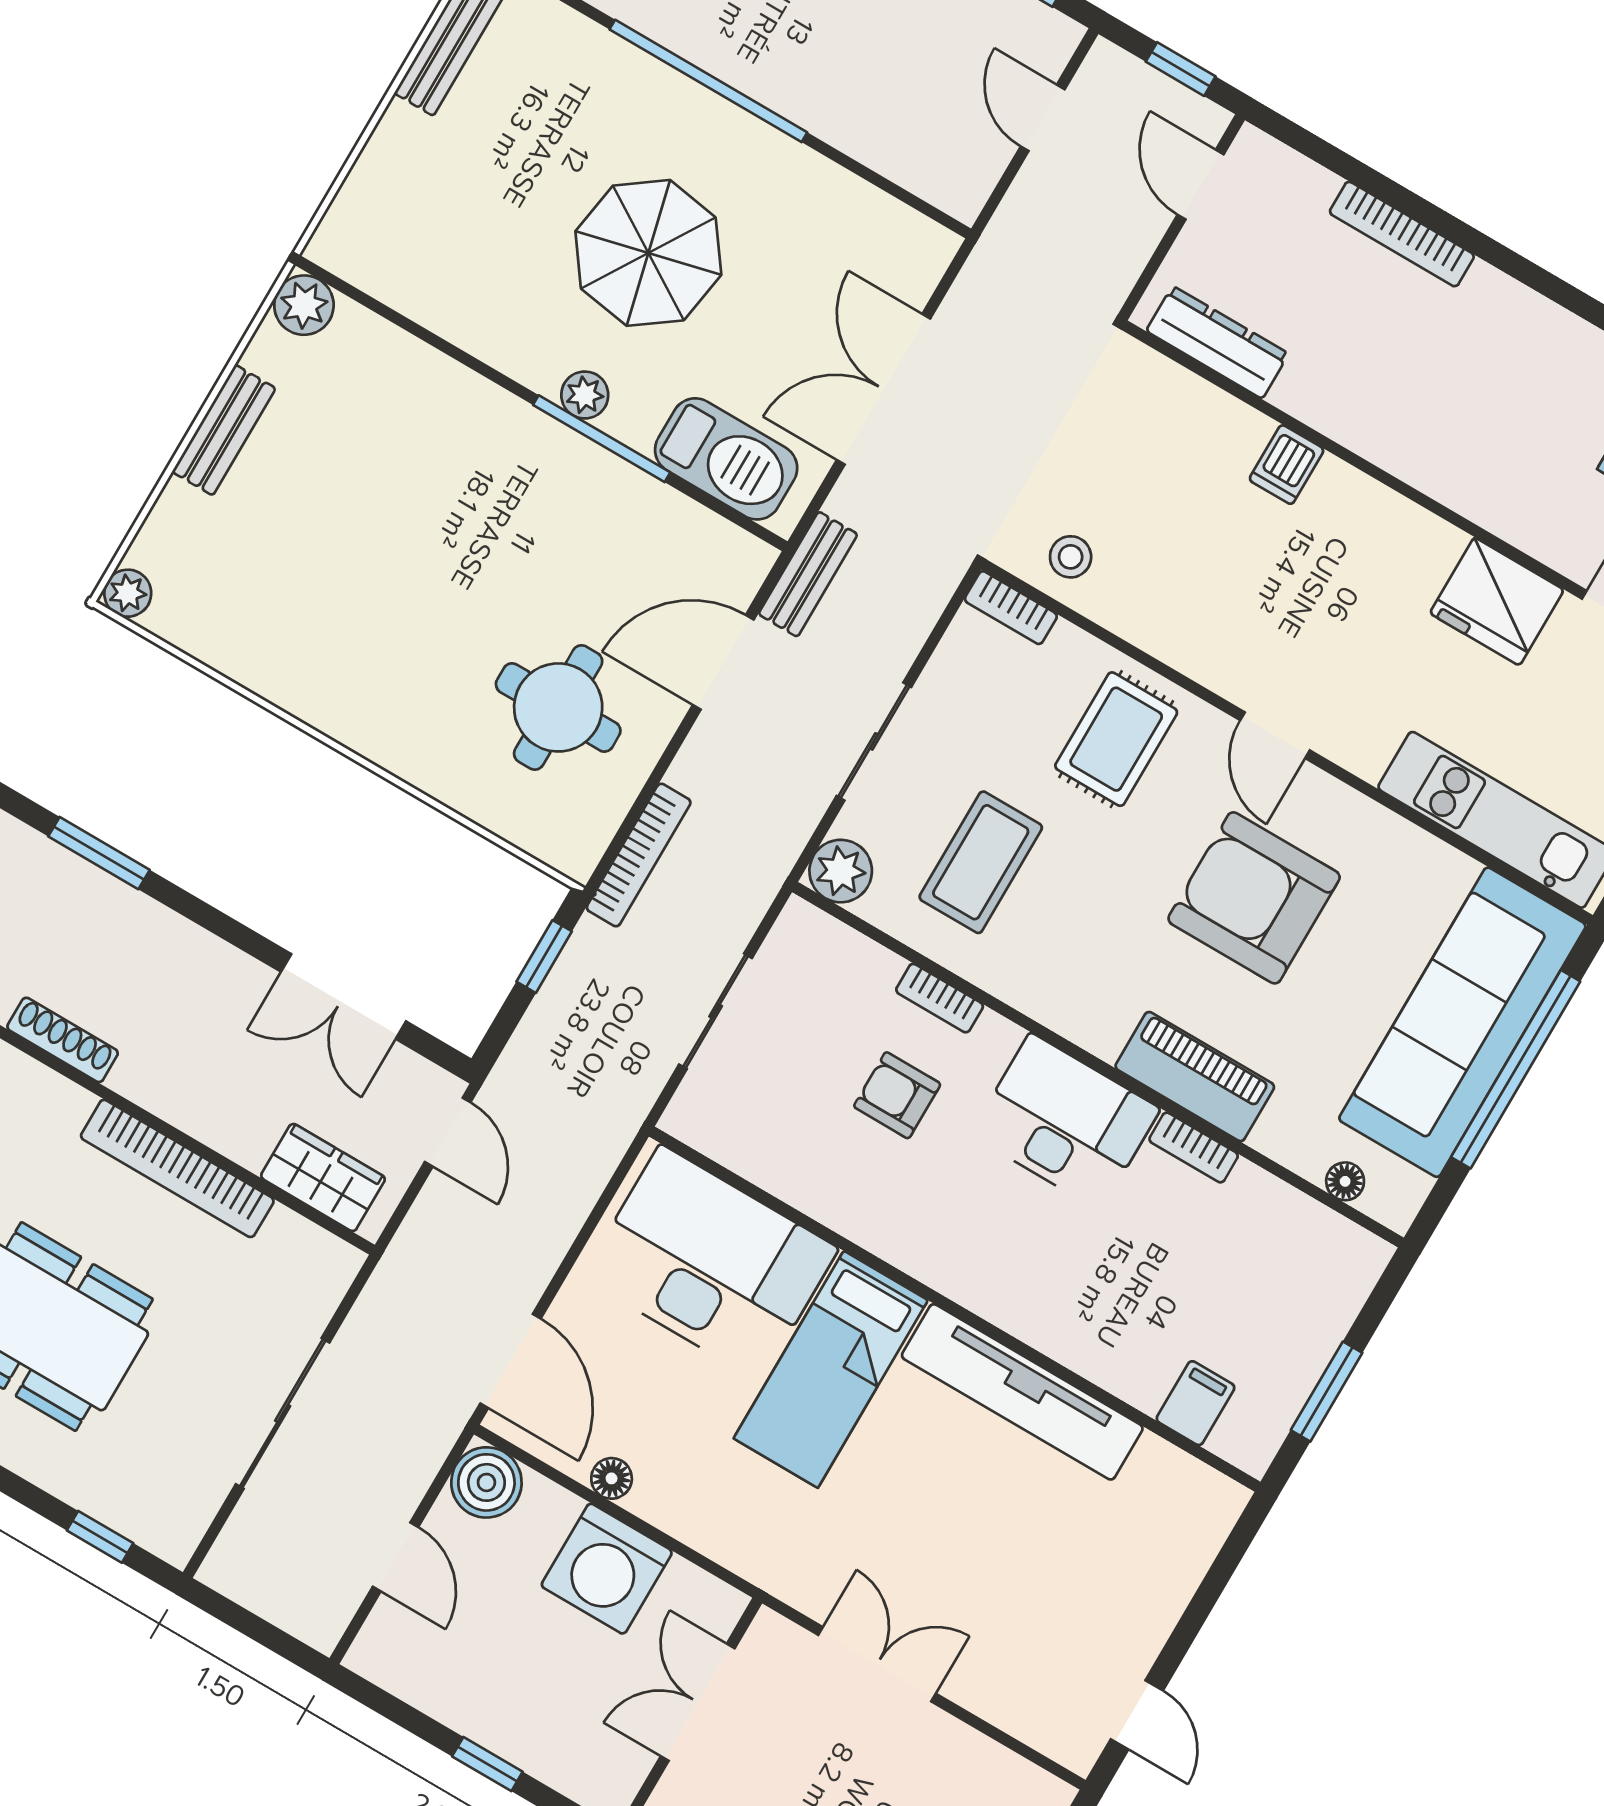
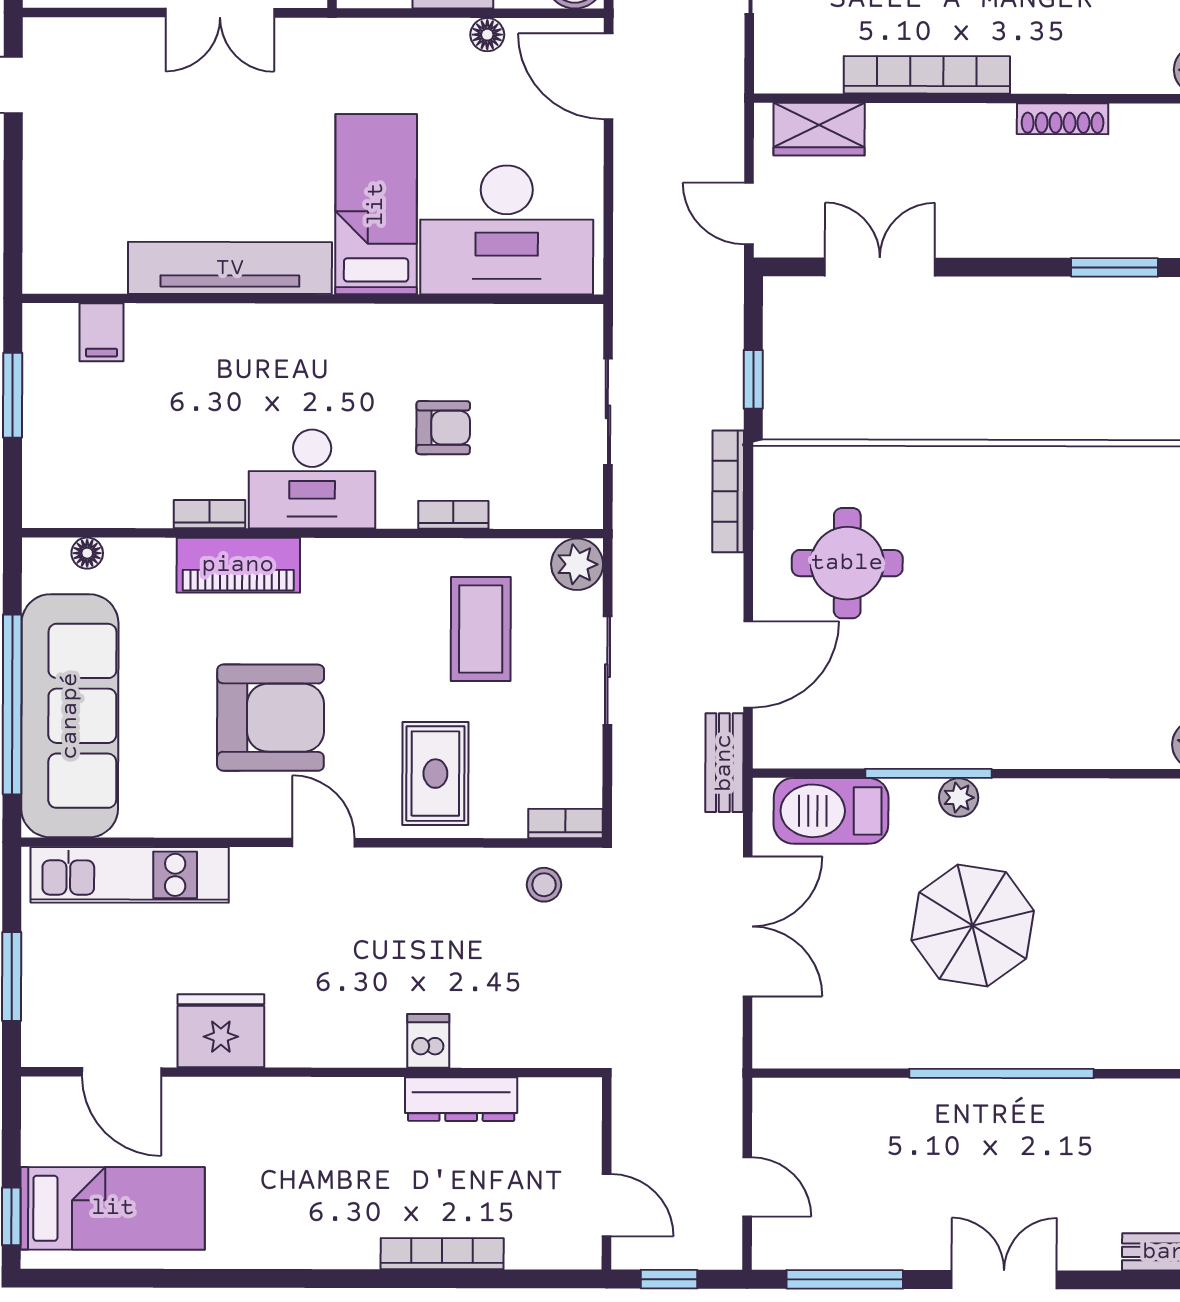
dresser: (1217, 342) -> (461, 1099), moved

